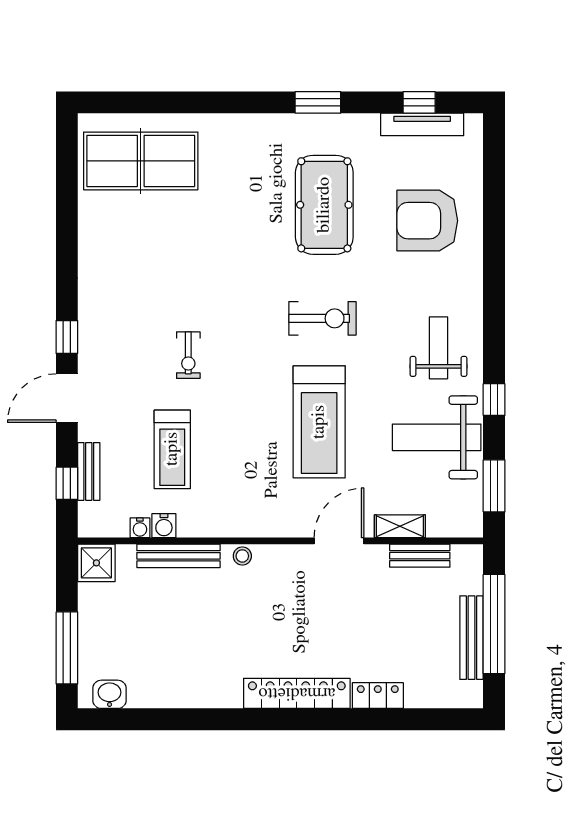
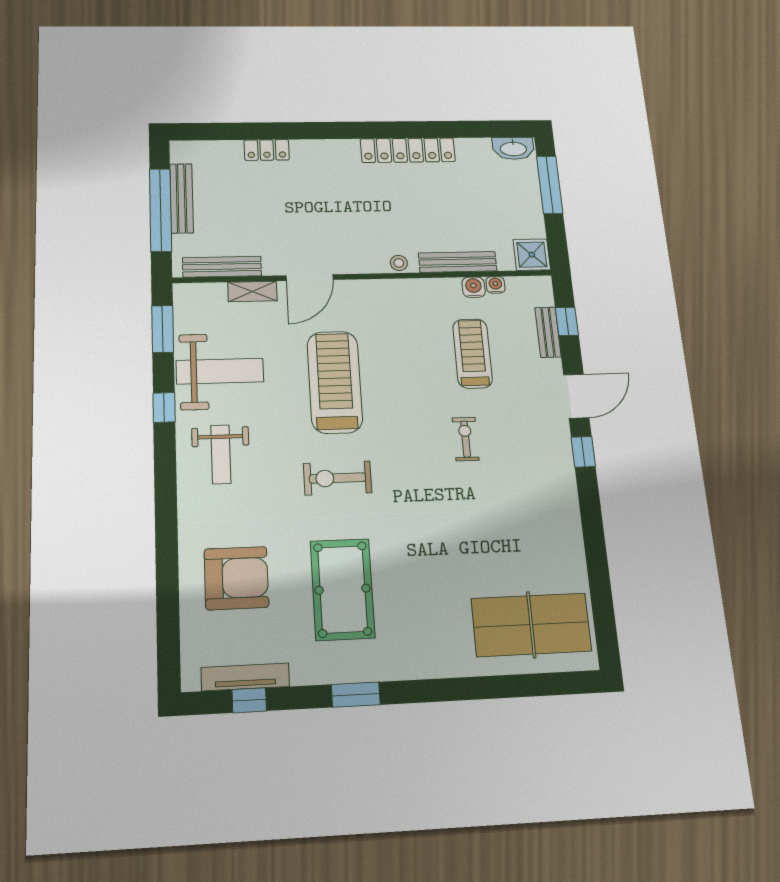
bench: (420, 556) -> (222, 267), width x1.36
locker: (297, 693) -> (408, 150), moved
washbasin: (110, 694) -> (513, 148), width x1.38

